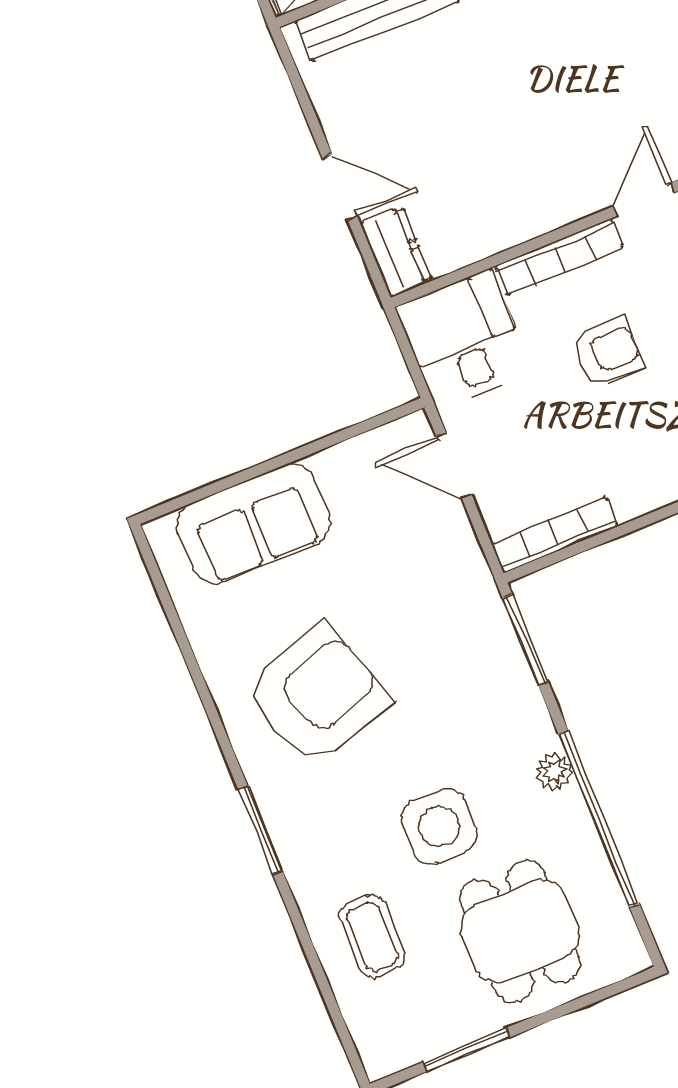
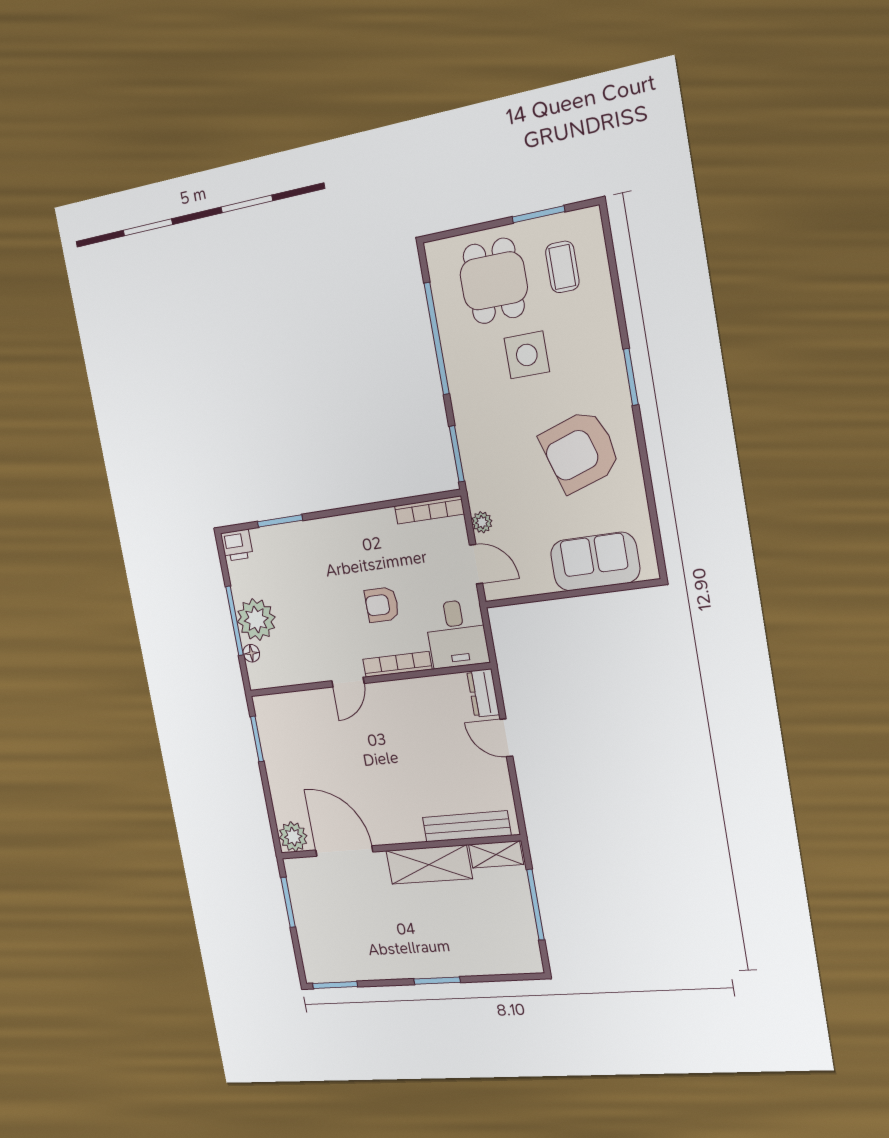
plant: (554, 772) -> (482, 522), moved
coffee table: (372, 936) -> (562, 267), moved

